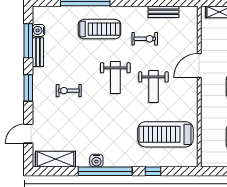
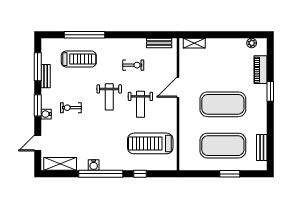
bench: (164, 12) -> (159, 43), moved
treadmill: (100, 29) -> (79, 59), moved
water cooler: (39, 30) -> (46, 114), moved

